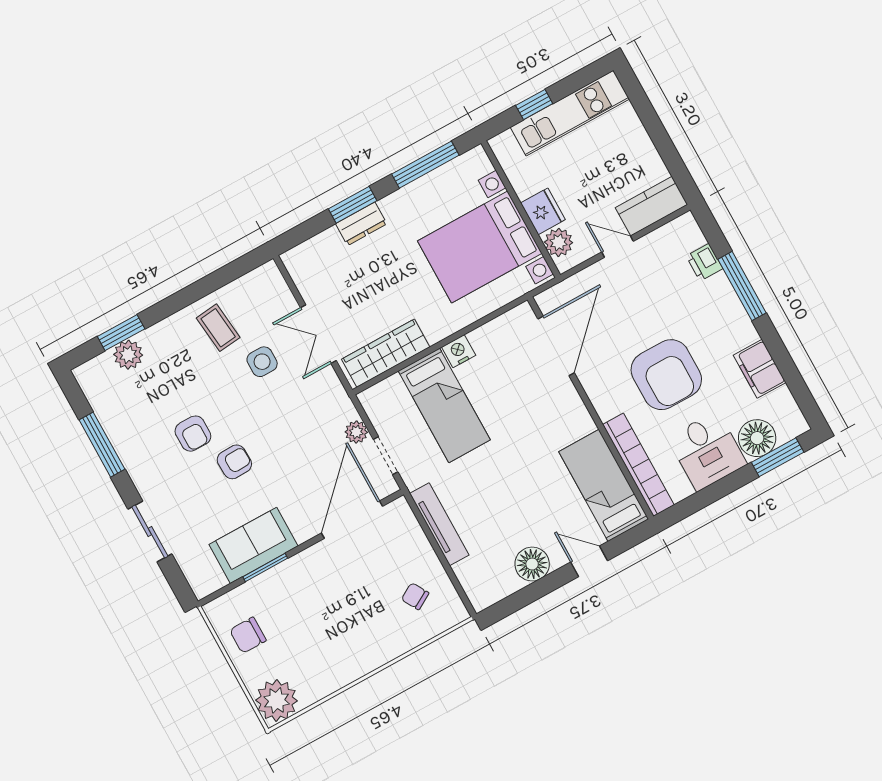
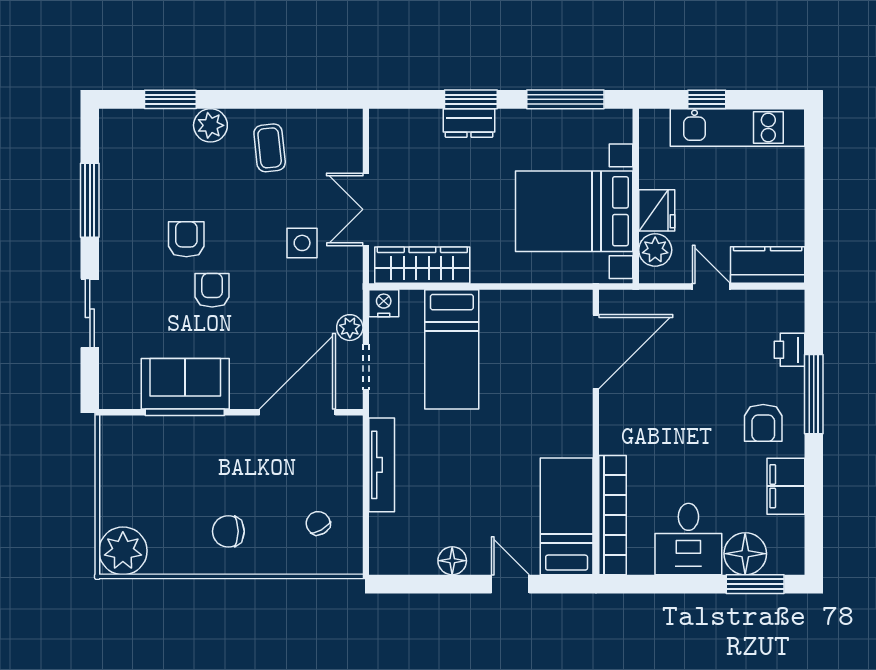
nightstand: (459, 351) -> (384, 303), moved
plant: (128, 355) -> (210, 125), moved
side table: (262, 362) -> (302, 243), moved
armchair: (666, 375) -> (763, 423), moved, width x0.53, depth x0.53
armchair: (193, 434) -> (186, 239), turned 180
armchair: (234, 462) -> (212, 290), turned -88
floor lamp: (532, 564) -> (452, 561), width x0.73, depth x0.73
window: (265, 567) -> (185, 412), width x1.44
chair: (248, 635) -> (228, 531), moved

